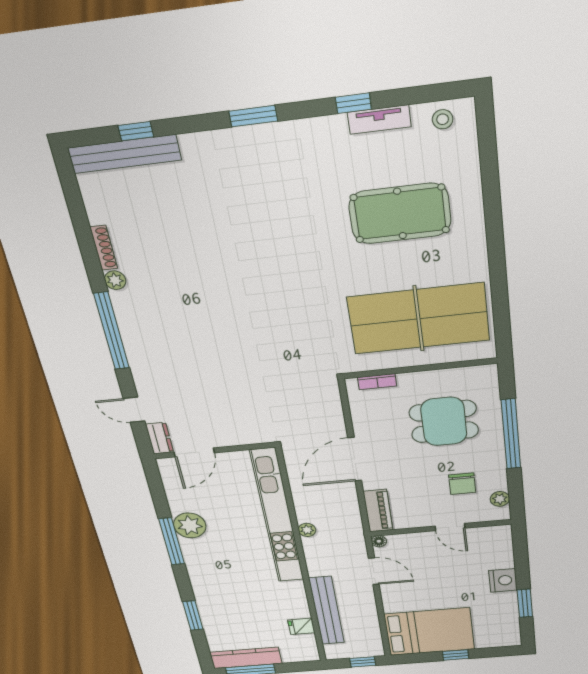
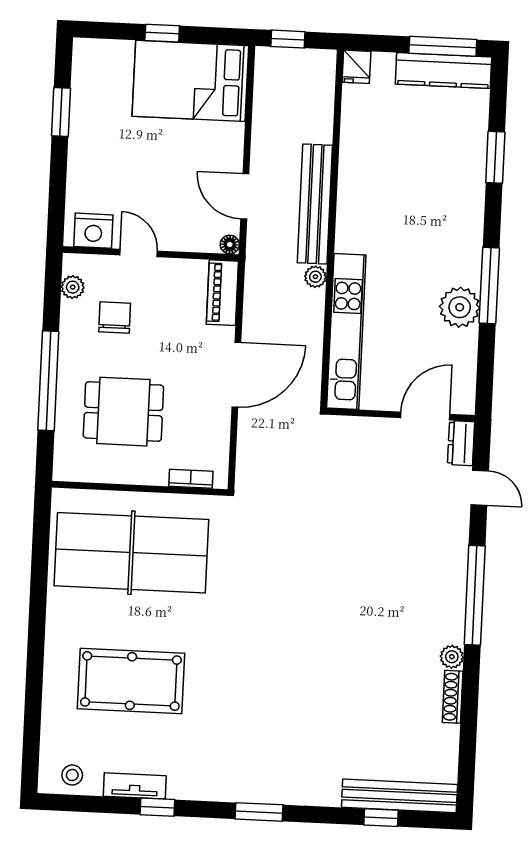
kitchen unit: (277, 517) -> (346, 332), width x0.73
nightstand: (503, 580) -> (93, 231), moved, turned -90
bench: (327, 611) -> (315, 204), moved
fridge: (301, 626) -> (356, 67), moved, turned 90

